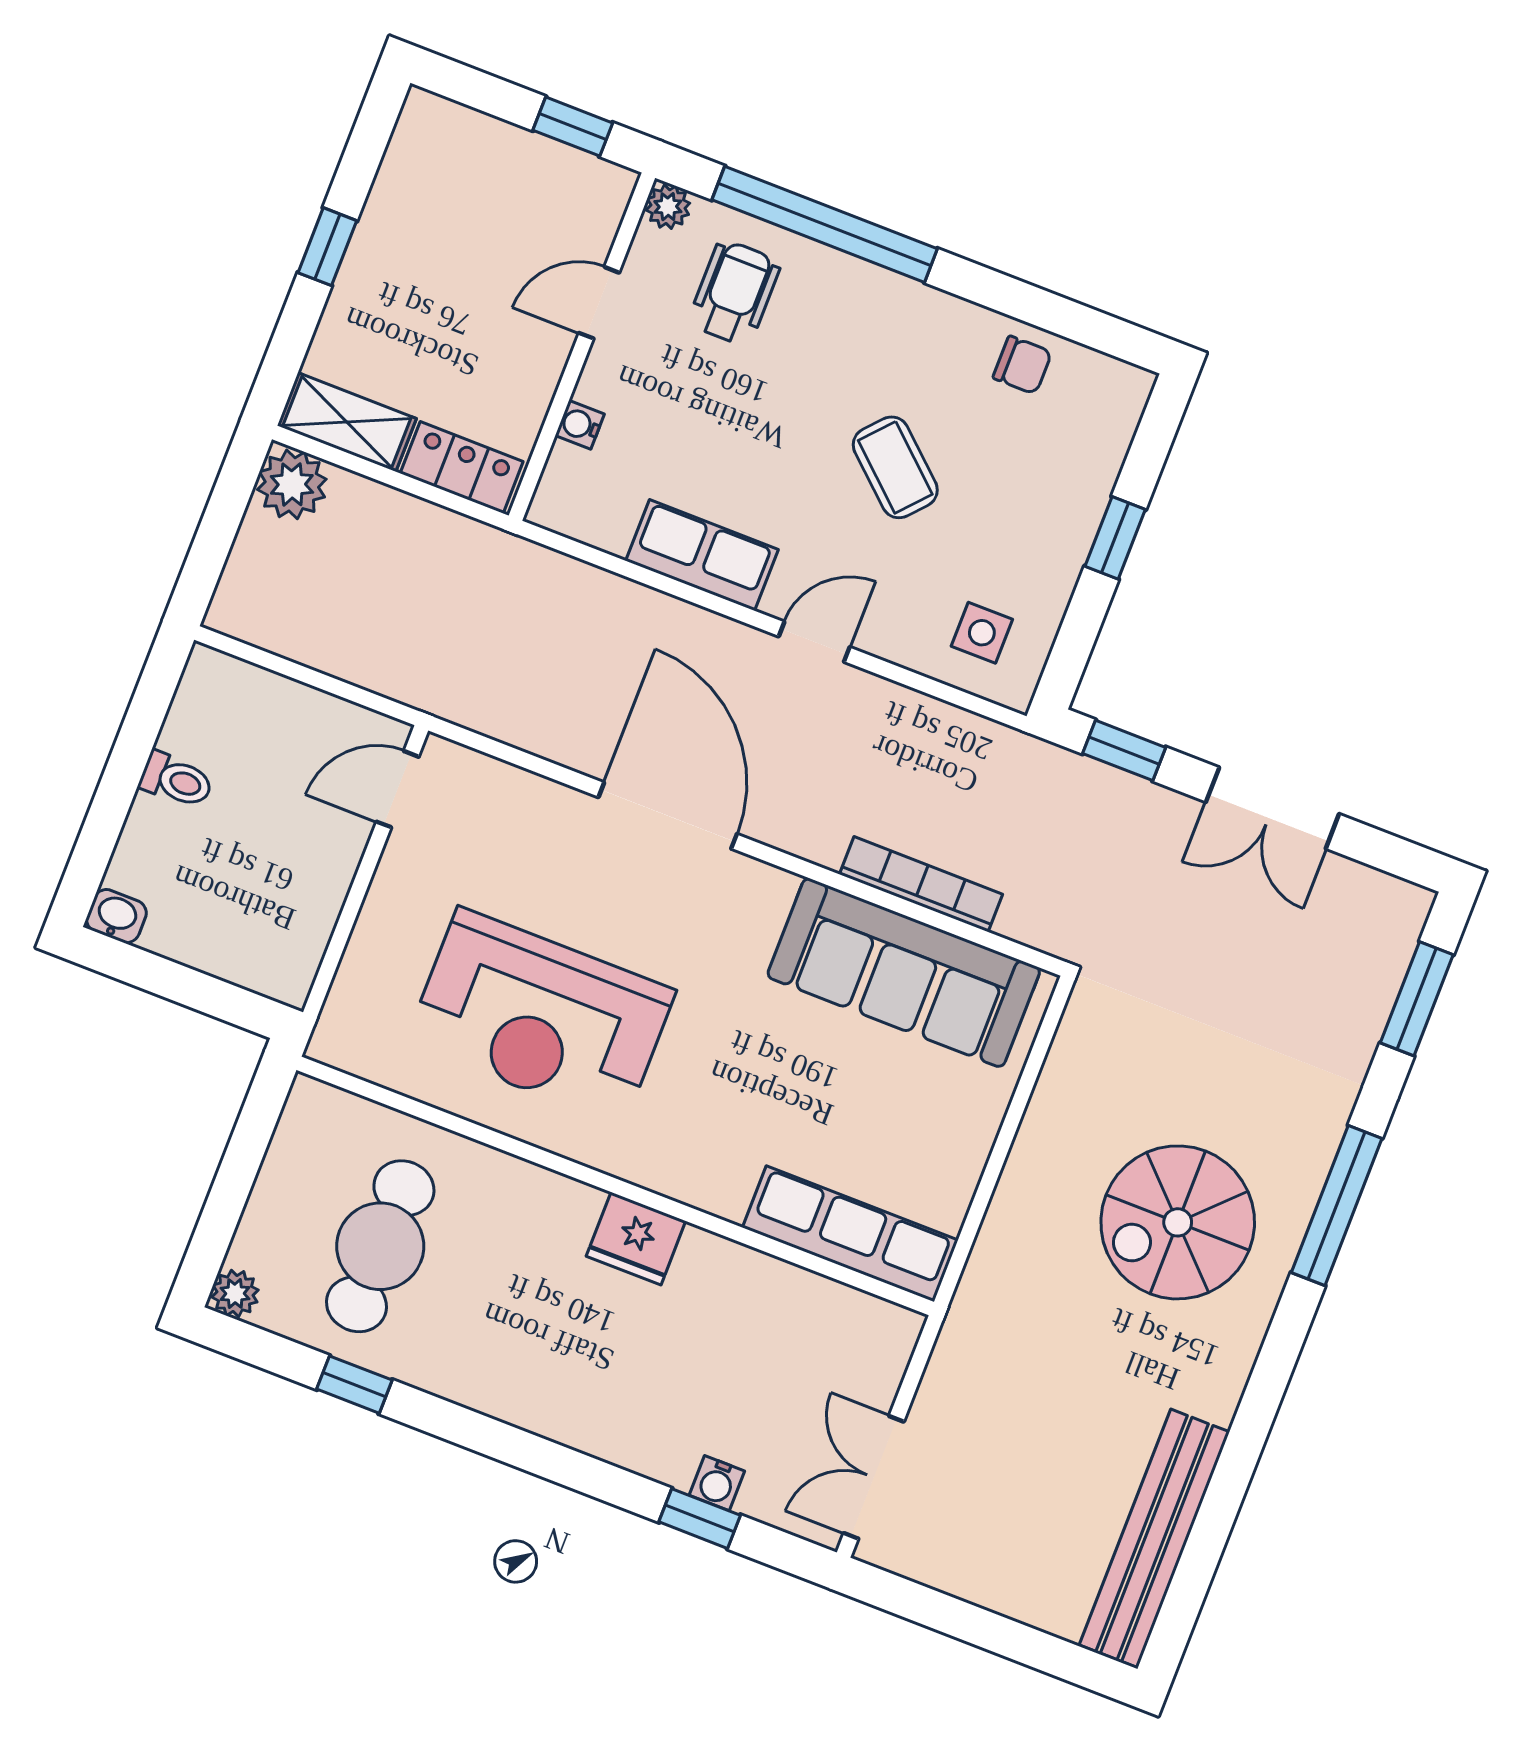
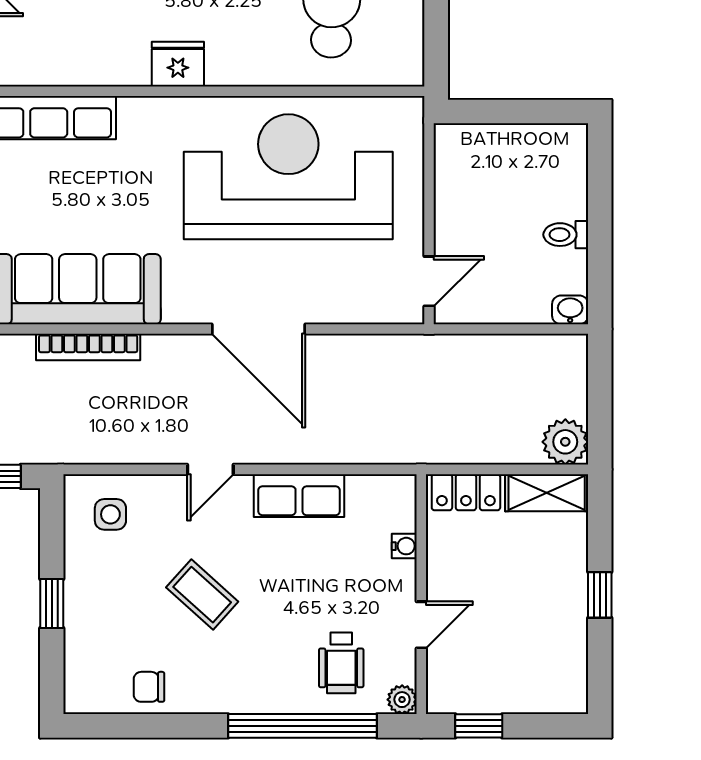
washbasin: (116, 916) -> (570, 310), moved, turned 180
reception desk: (541, 1016) -> (288, 177), width x1.36, depth x1.30

